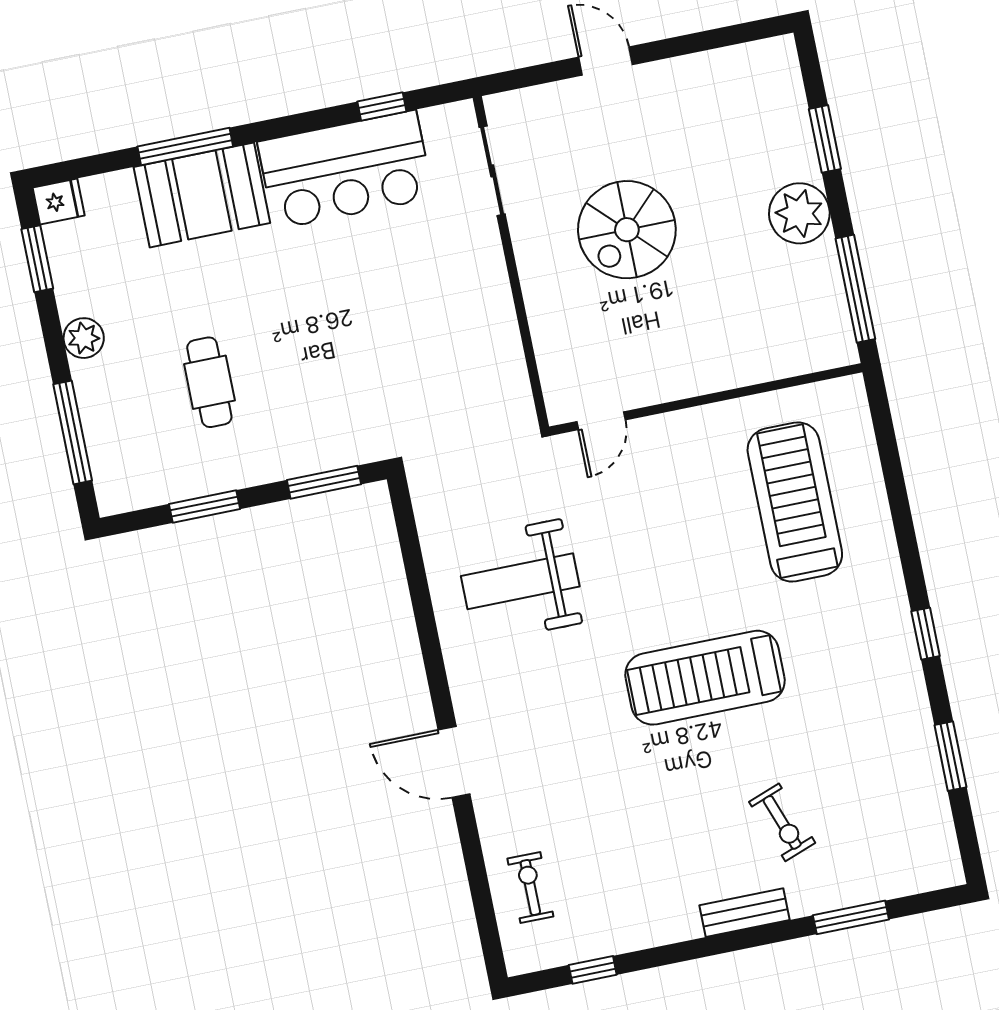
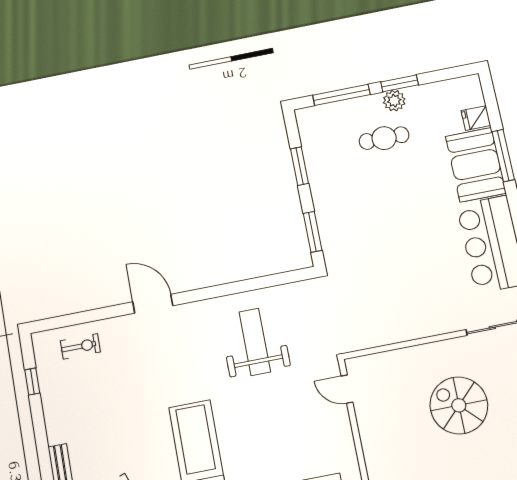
fridge: (59, 201) -> (476, 118), moved, turned 90
window: (37, 259) -> (400, 83), moved
cafe table: (209, 382) -> (384, 138), moved
door: (454, 762) -> (153, 304), hinge flipped

